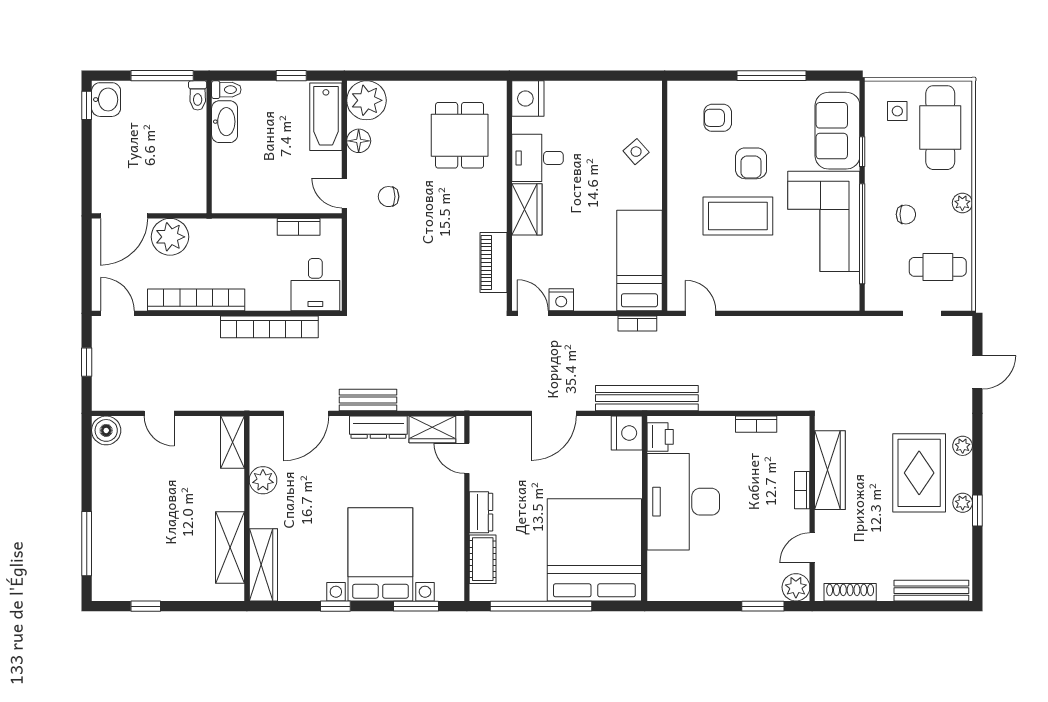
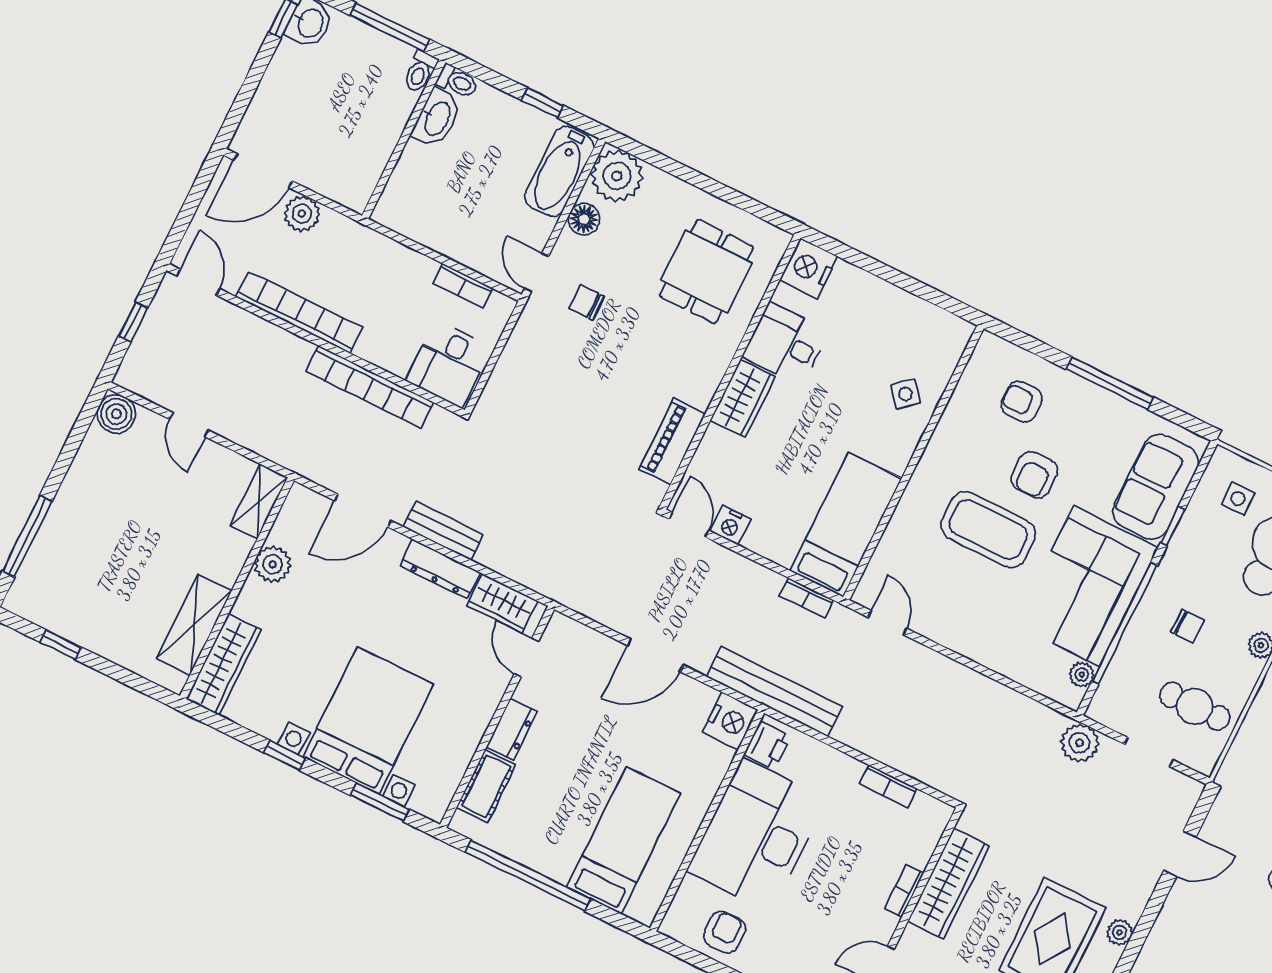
plant: (170, 237) -> (302, 214), width x0.73, depth x0.73
plant: (850, 283) -> (1082, 675), added
plant: (872, 330) -> (1080, 743), added
bed: (594, 550) -> (624, 840), width x0.49
armchair: (694, 578) -> (725, 932), added

